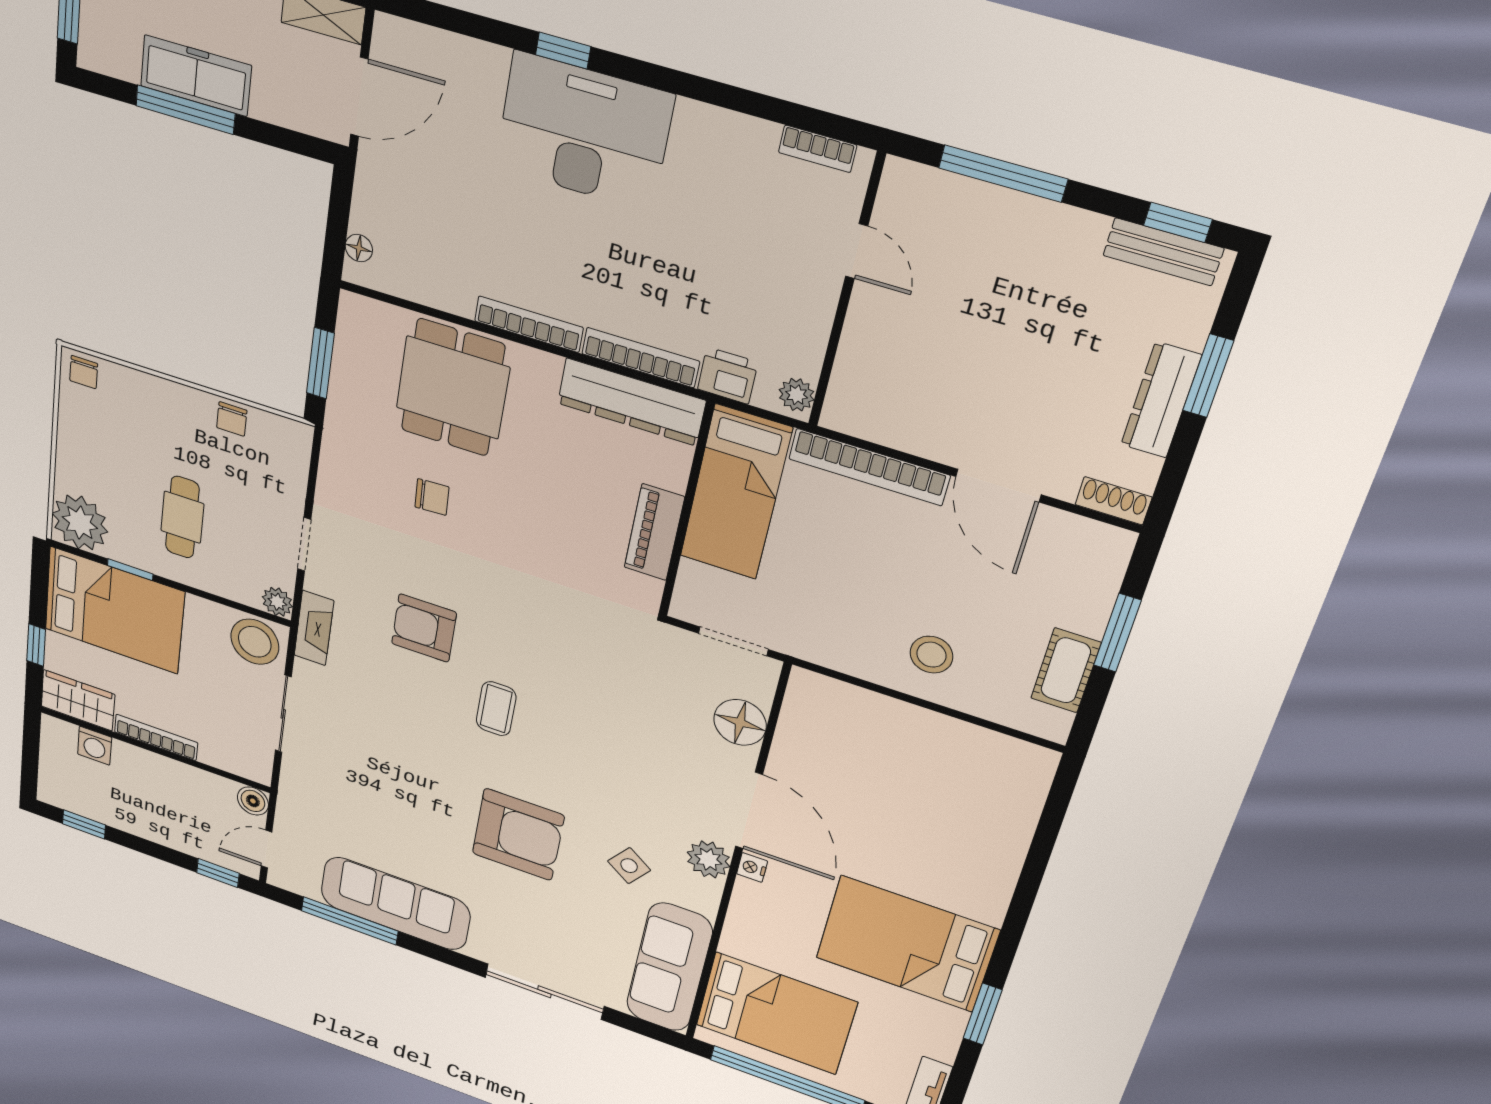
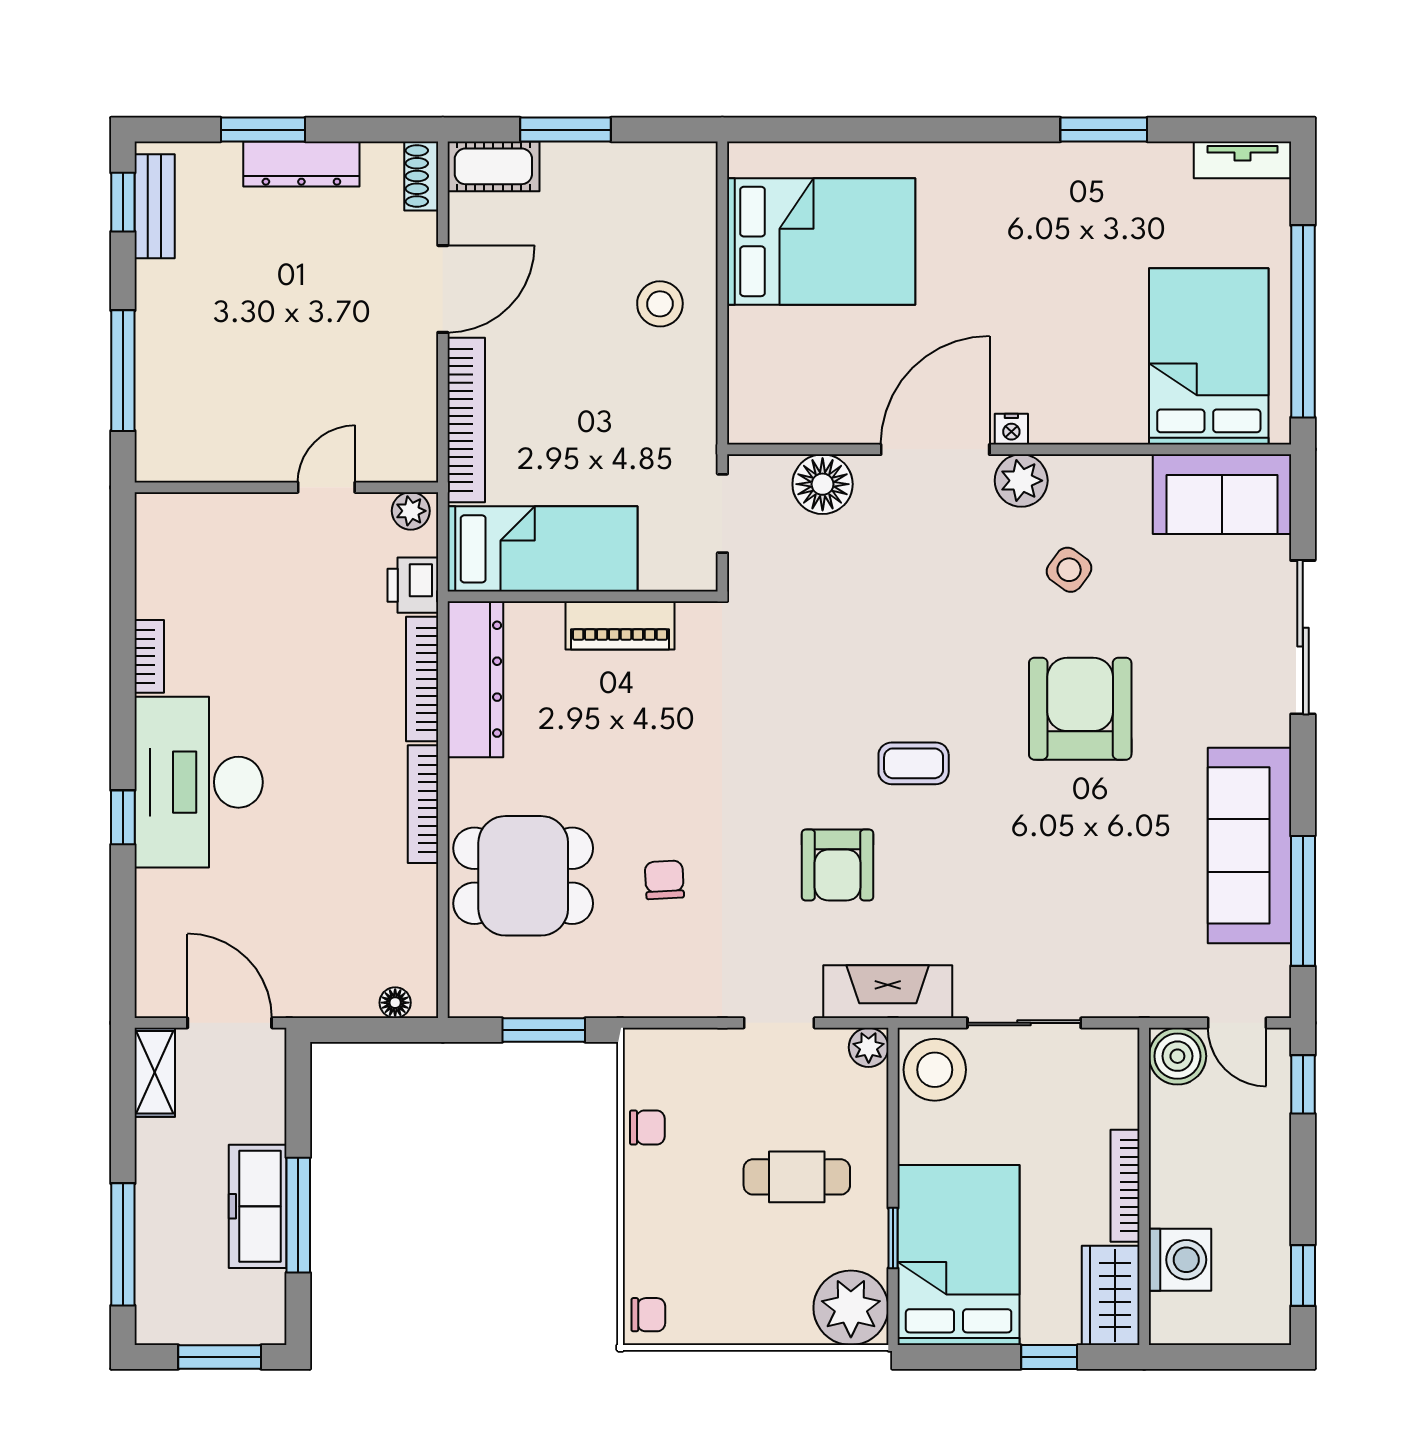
bookcase: (818, 149) -> (149, 656), moved
door: (857, 251) -> (326, 487), moved
fireplace: (314, 628) -> (888, 992), width x1.37, depth x1.32
cot: (1066, 670) -> (493, 166), moved
washing machine: (95, 746) -> (1180, 1260), width x1.38, depth x1.38
boiler: (253, 801) -> (1177, 1056), width x1.36, depth x1.36
bed: (907, 944) -> (821, 241), moved, turned -90
sofa: (669, 967) -> (1222, 494), width x0.73

